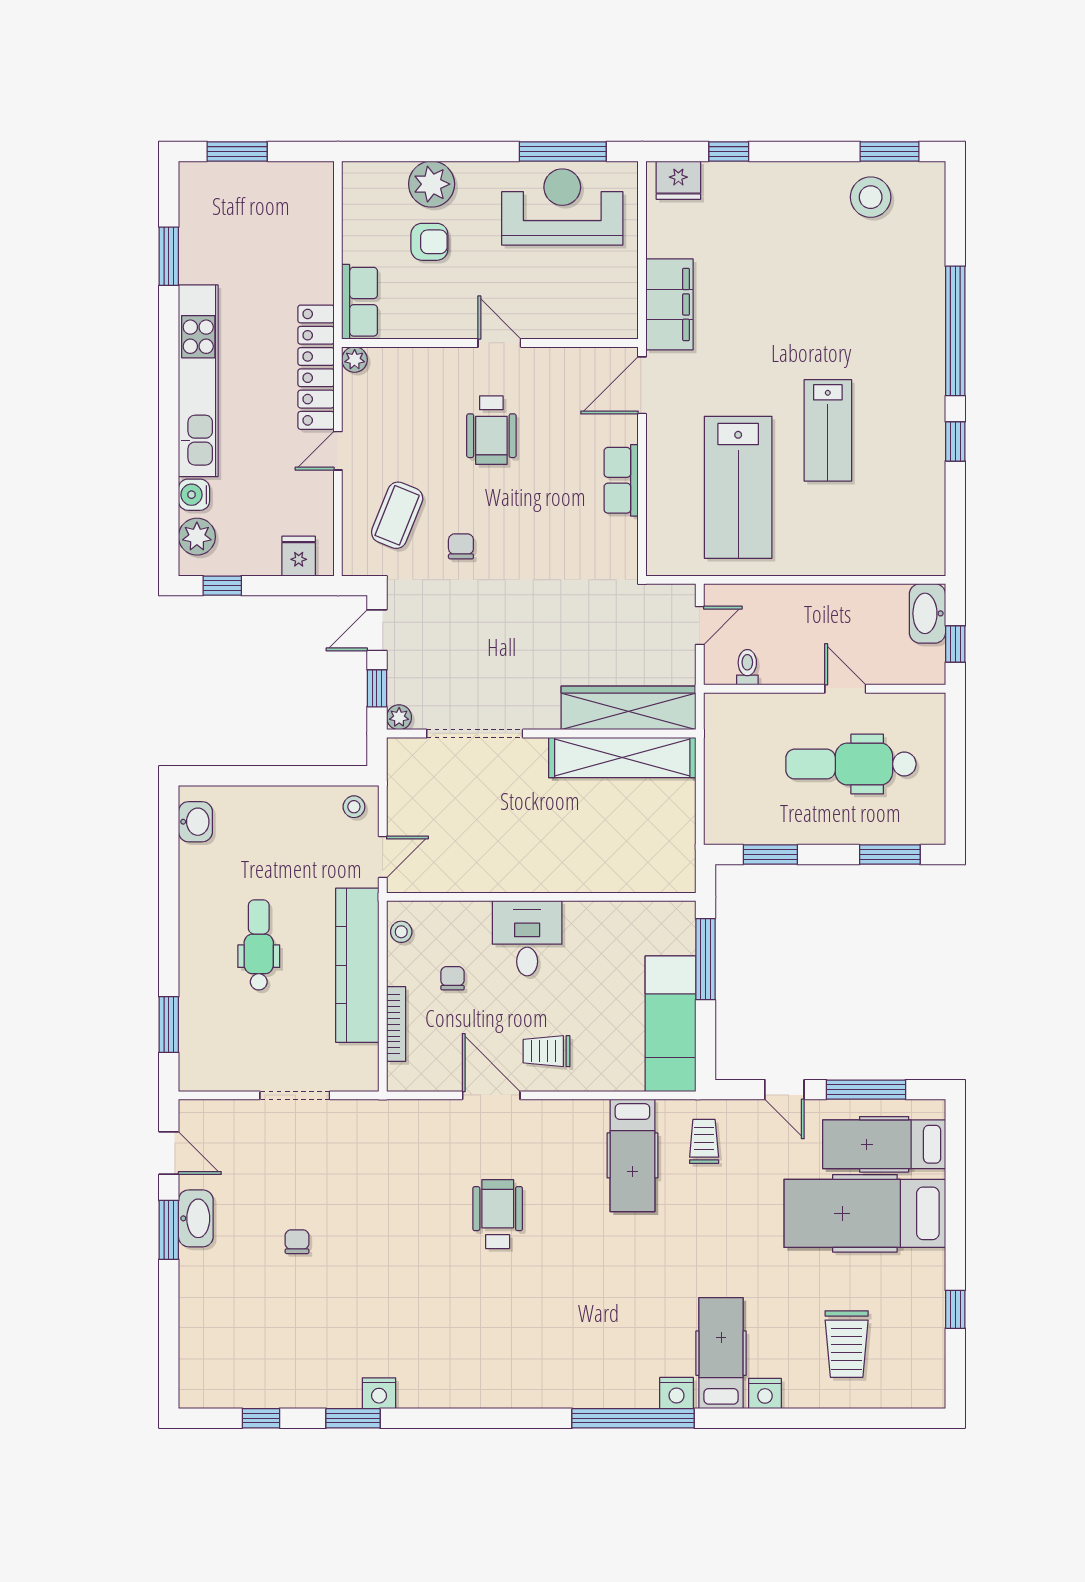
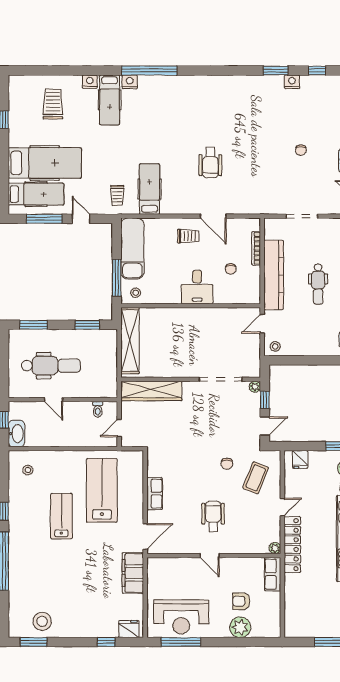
stool: (902, 533) -> (28, 470), added
shelving: (622, 757) -> (130, 341), moved, turned 90
stool: (401, 932) -> (136, 293), moved
nightstand: (379, 1393) -> (292, 82), moved

